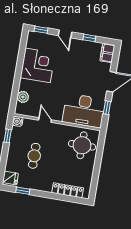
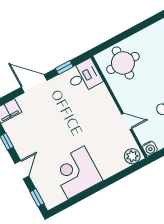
plant: (23, 97) -> (132, 156), moved
desk: (84, 111) -> (84, 76), width x0.53, depth x0.77
door: (45, 120) -> (127, 121), swing flipped

